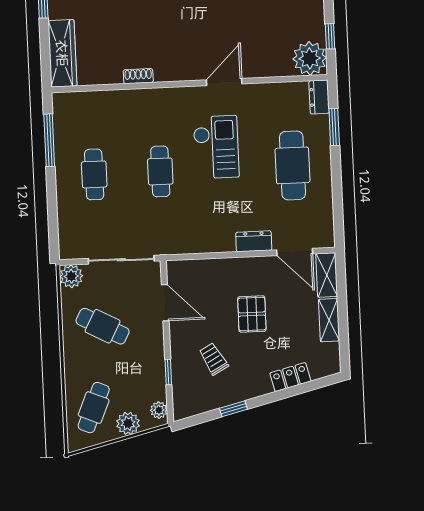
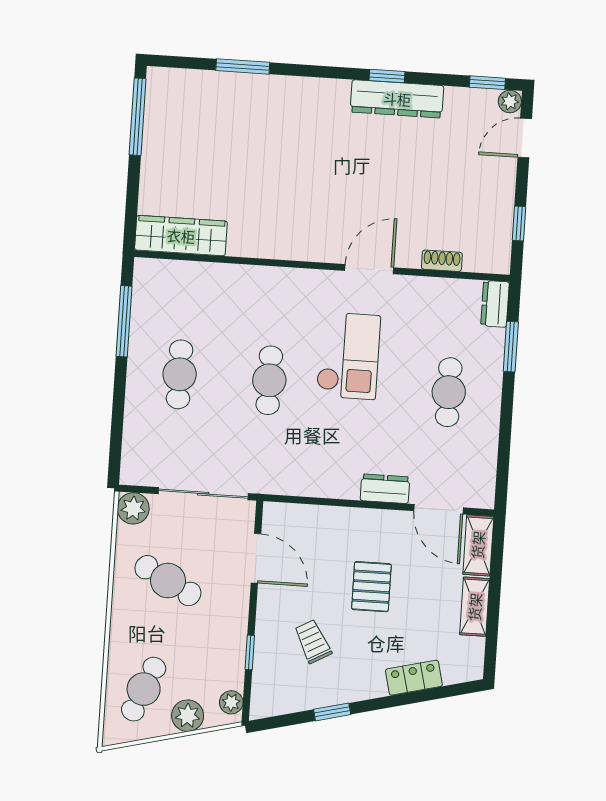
wardrobe: (62, 53) -> (181, 236), moved, turned -90
plant: (310, 58) -> (488, 250), removed
shoe rack: (138, 76) -> (442, 261), moved
cafe table: (292, 165) -> (449, 392), width x0.73, depth x0.74

